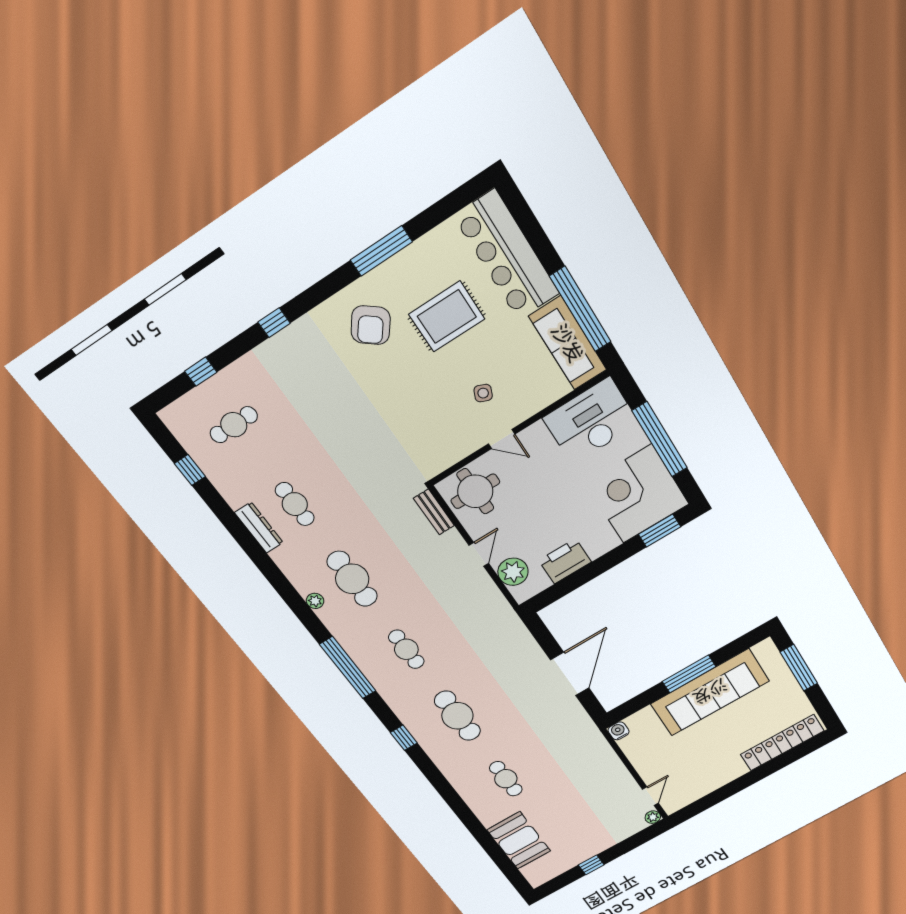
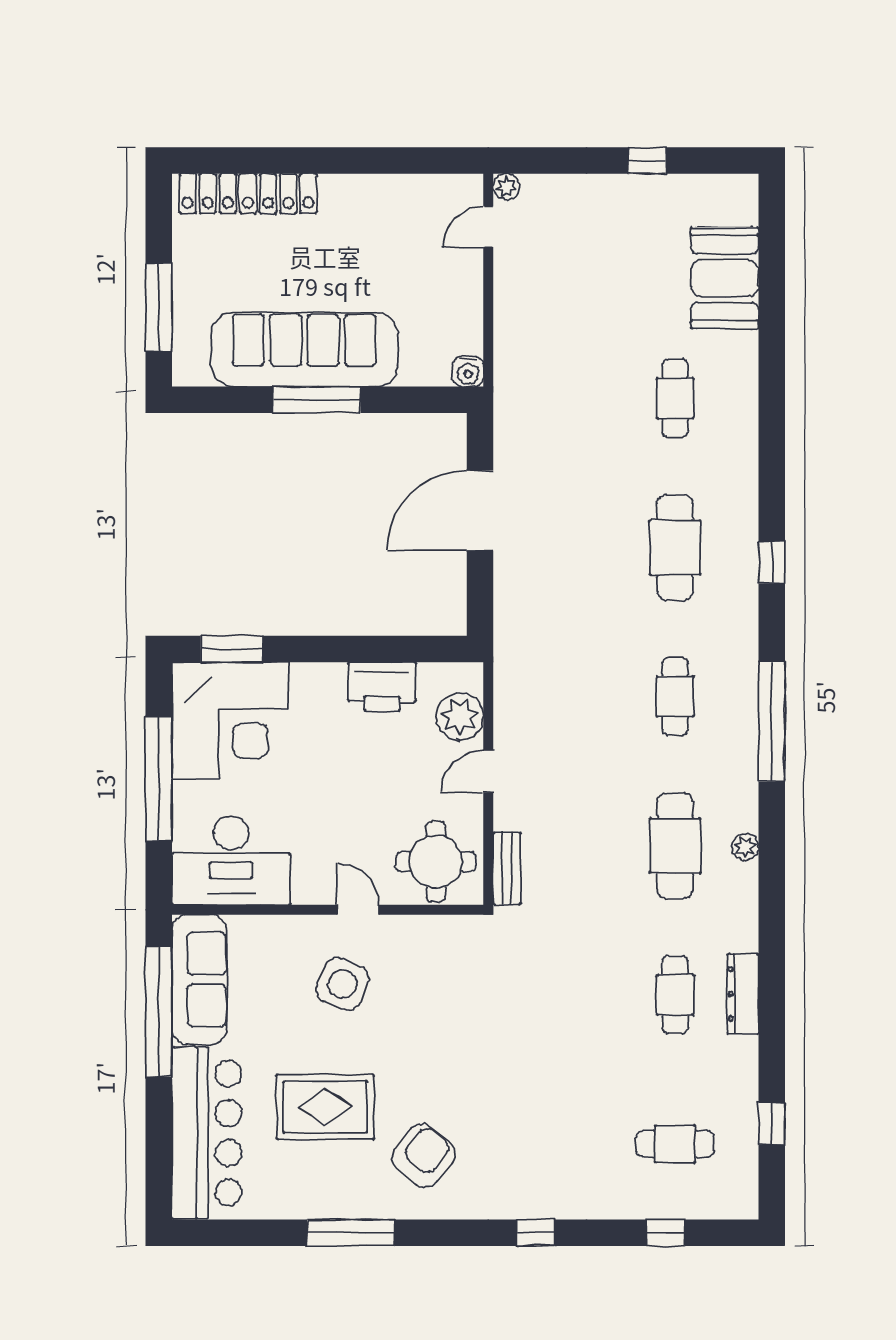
side table: (483, 393) -> (343, 984), width x1.87, depth x1.87

